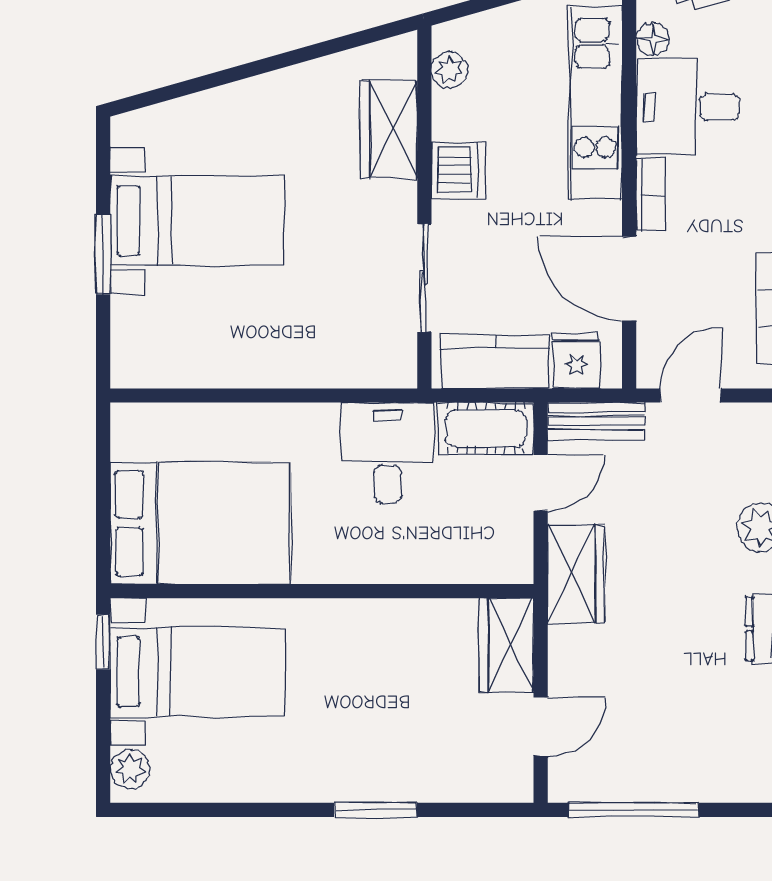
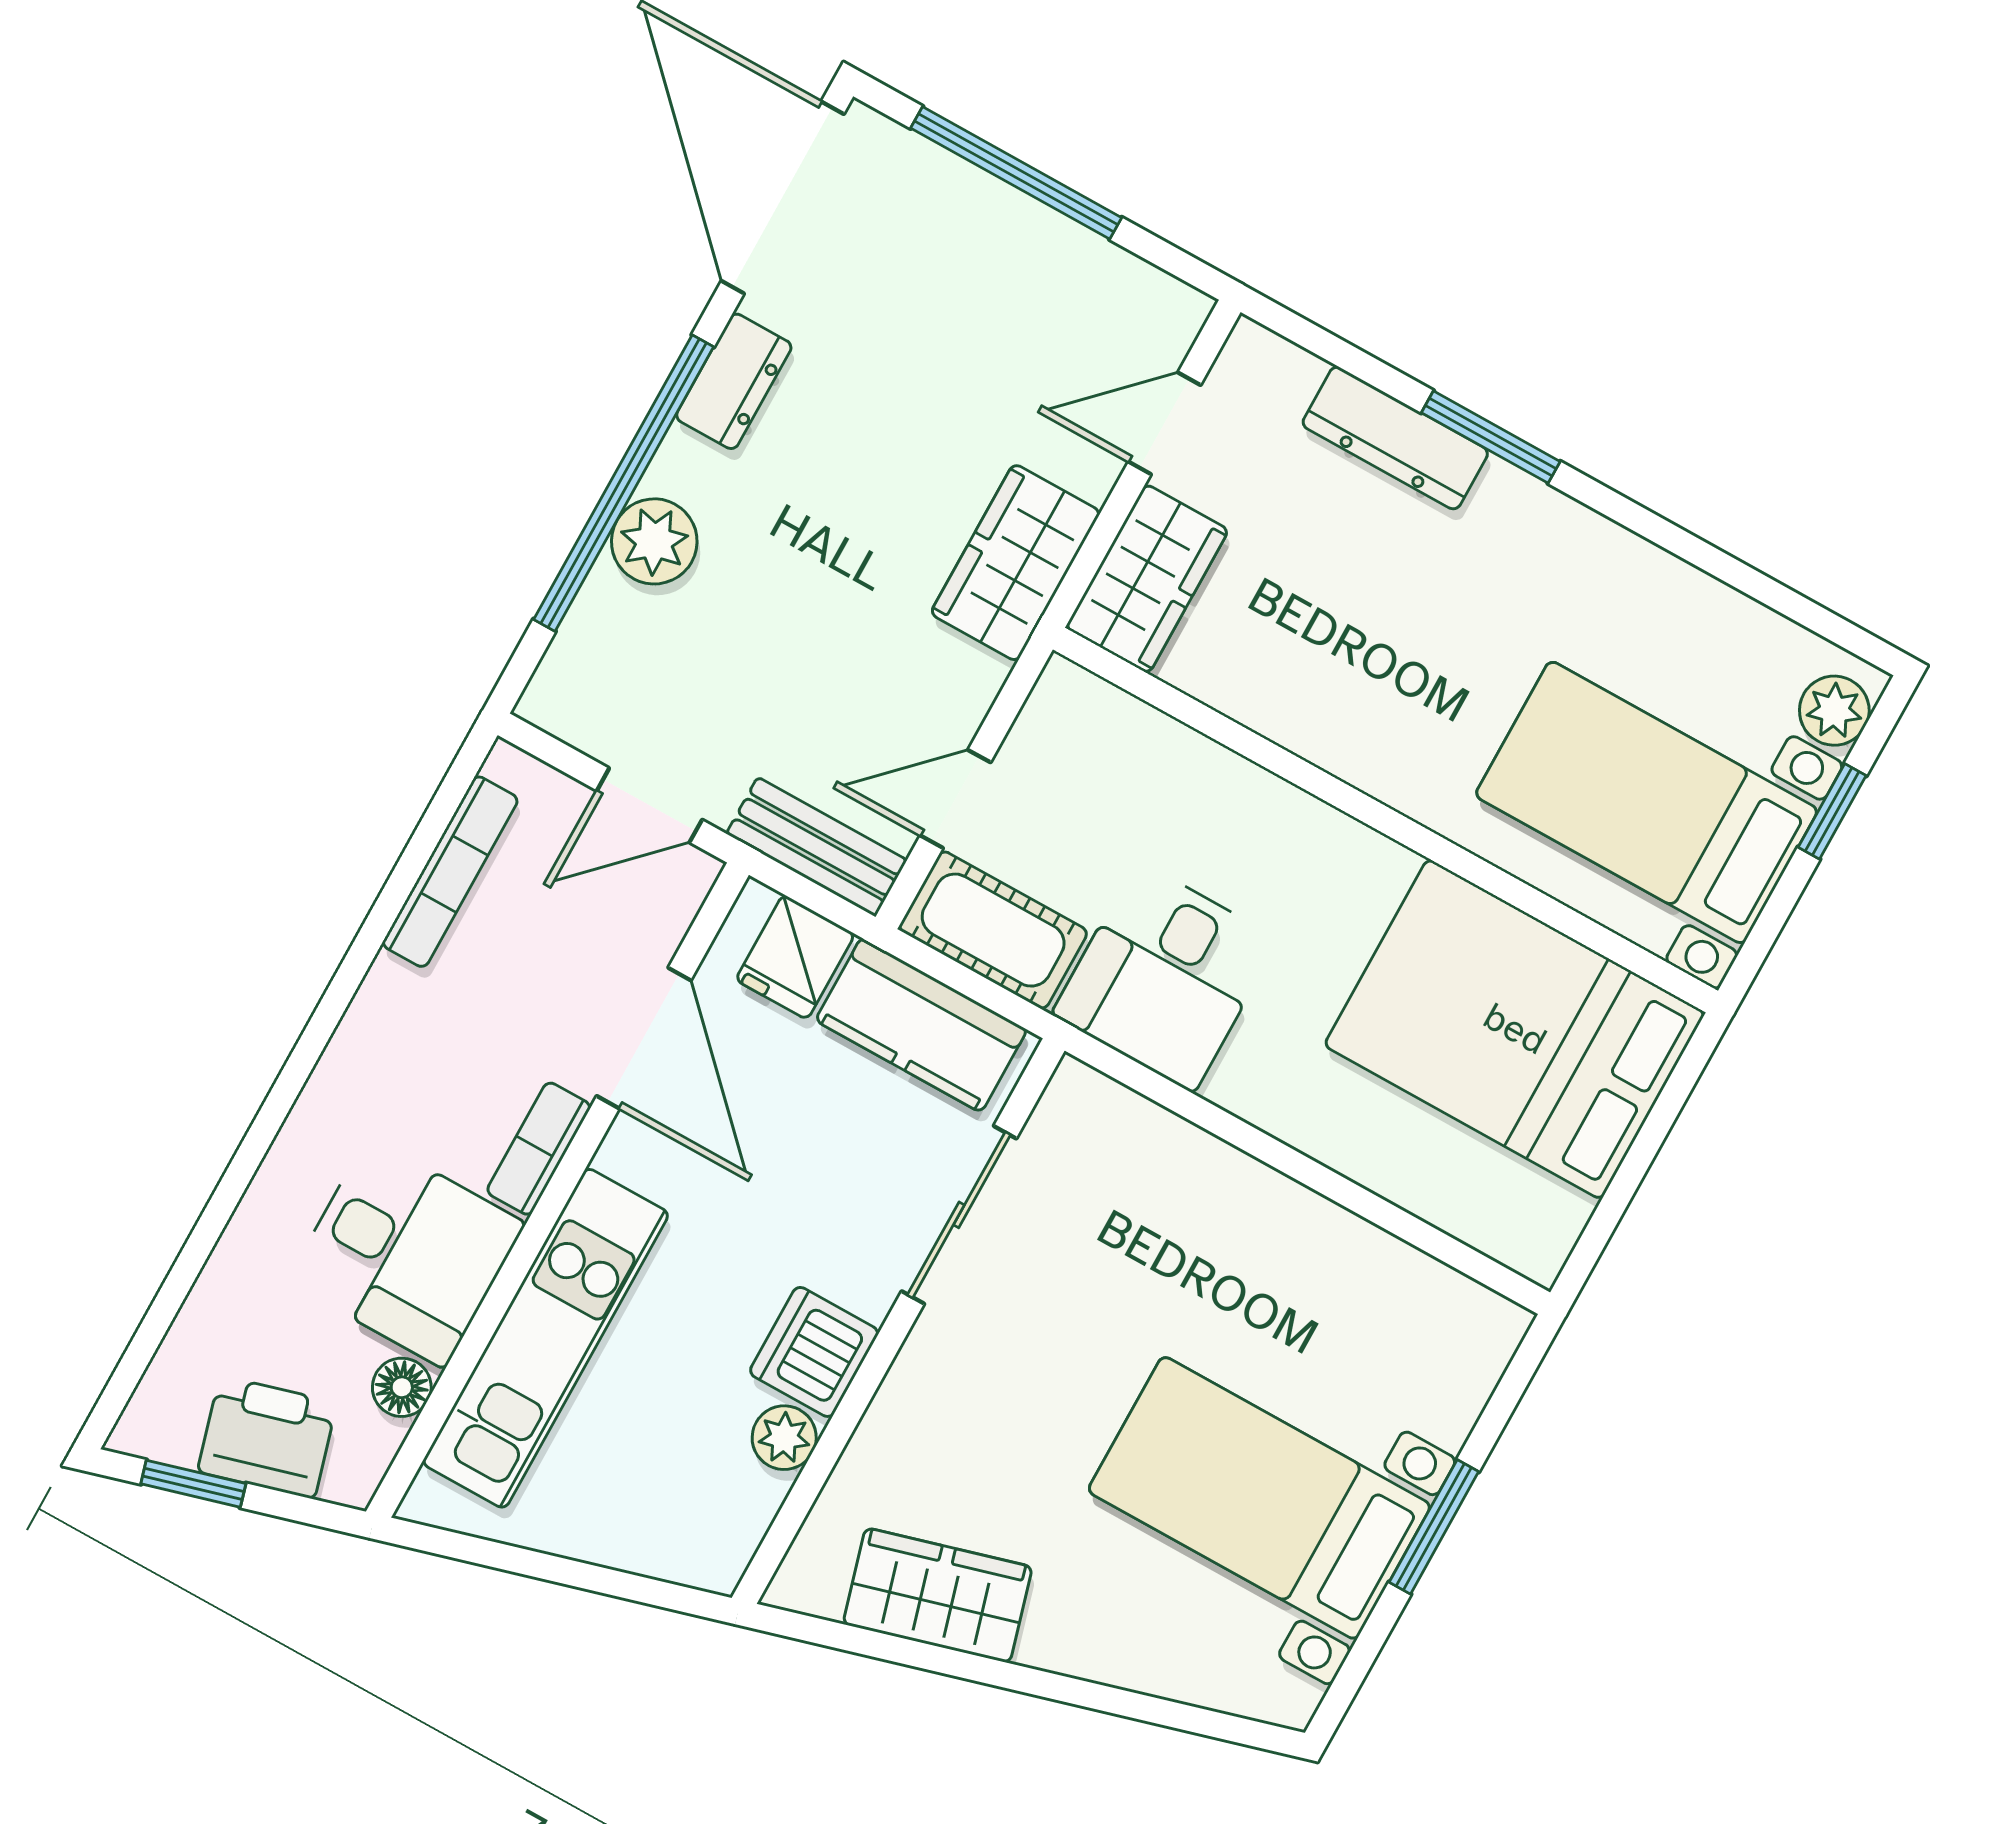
plant: (449, 70) -> (784, 1438), moved
wardrobe: (389, 129) -> (938, 1595), moved, turned -106
wardrobe: (576, 574) -> (1015, 563), moved
window: (103, 642) -> (1832, 811), moved
dresser: (422, 783) -> (1395, 438), added
window: (634, 810) -> (1016, 173), moved

